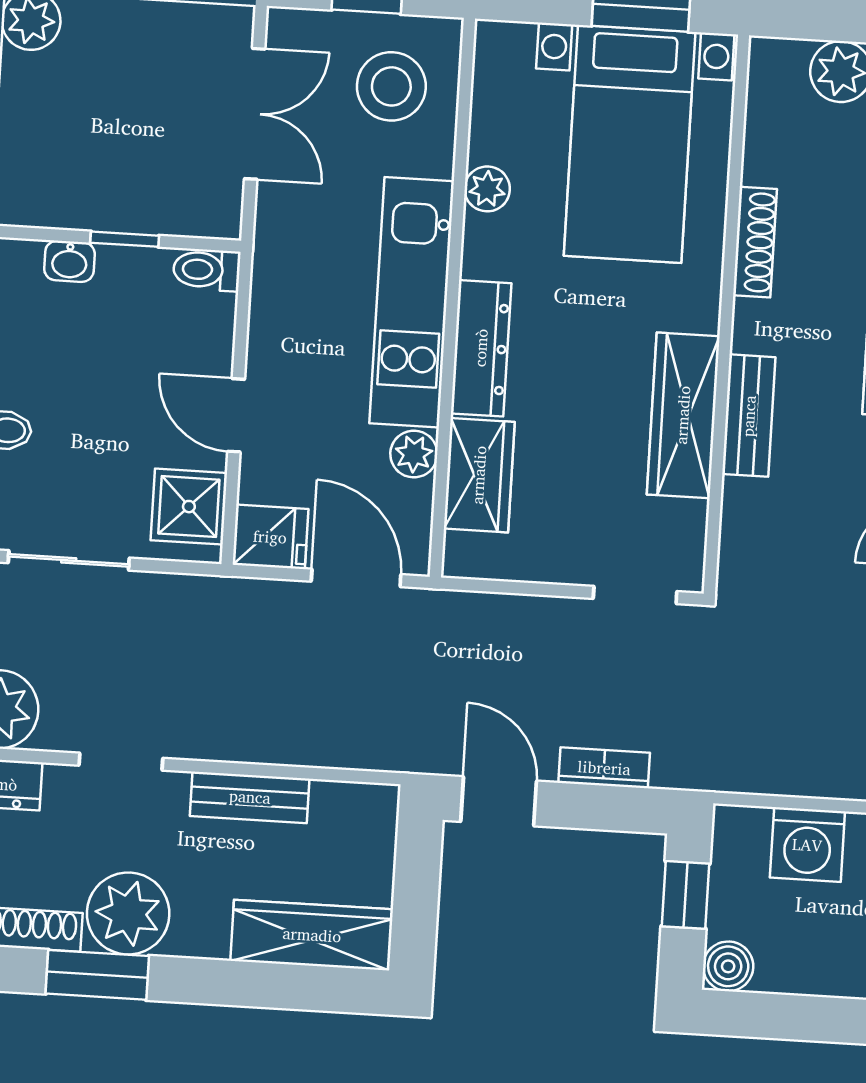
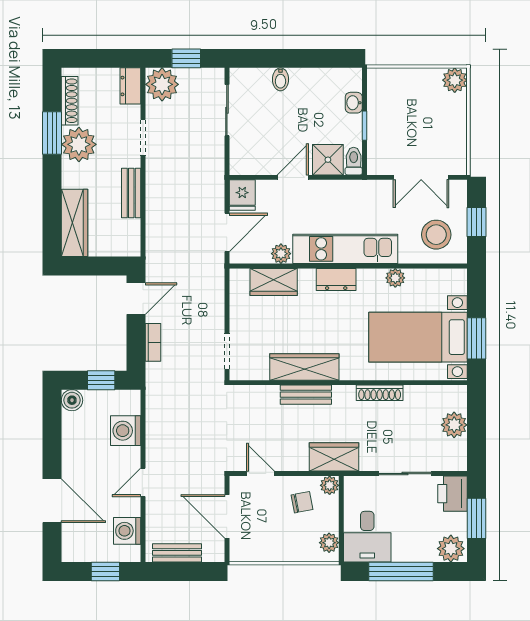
dresser: (481, 348) -> (336, 279), width x0.70
shower: (189, 507) -> (328, 160), moved

